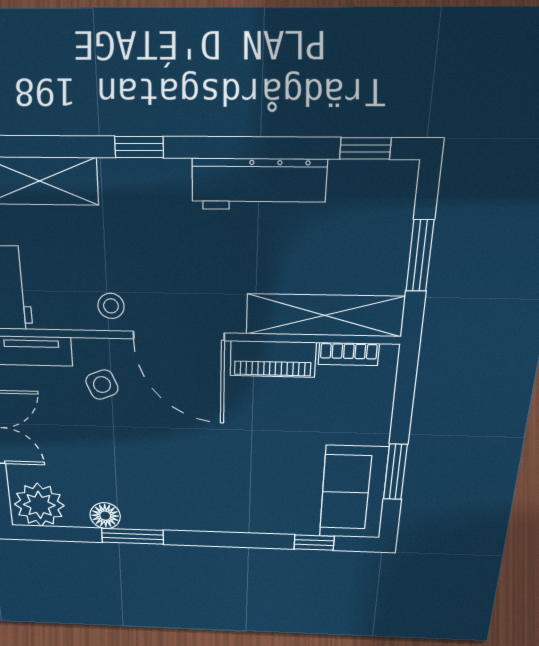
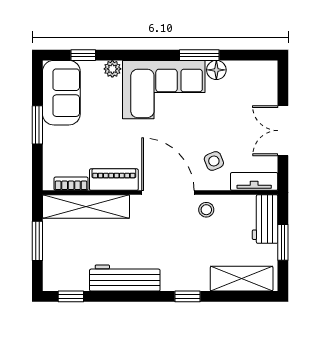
window: (395, 472) -> (37, 125), moved
corner sofa: (187, 492) -> (164, 90), added
plant: (39, 505) -> (112, 69), moved, width x0.53, depth x0.53

